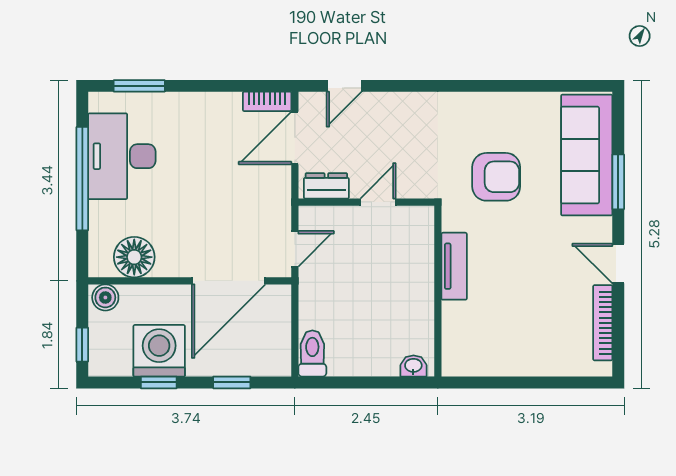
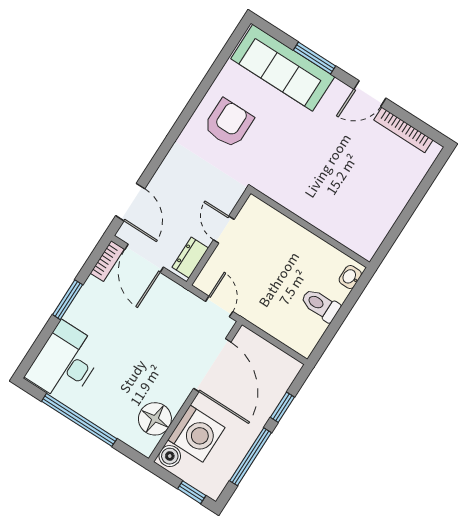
window: (139, 86) -> (68, 300), moved
door: (344, 86) -> (130, 202), width x1.38
desk: (122, 156) -> (65, 362), moved, turned 90
armchair: (496, 177) -> (229, 123), moved
tv unit: (454, 266) -> (300, 206), removed
washing machine: (159, 351) -> (196, 434), moved, turned 180
toilet: (312, 353) -> (320, 305), moved
window: (159, 382) -> (251, 457), width x2.17

